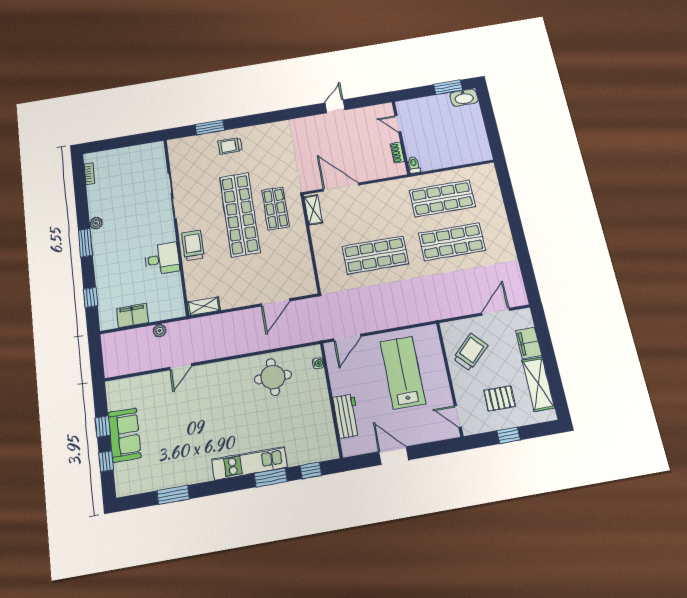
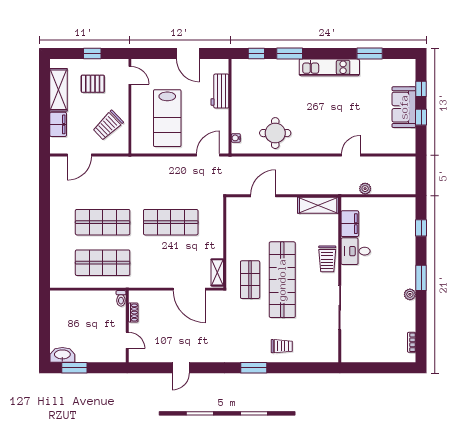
window: (210, 127) -> (254, 368), moved
shelving: (204, 306) -> (318, 205), width x1.50, depth x1.33
filing cabinet: (132, 315) -> (350, 224), moved, turned -90
kitchen unit: (249, 463) -> (329, 67), moved

